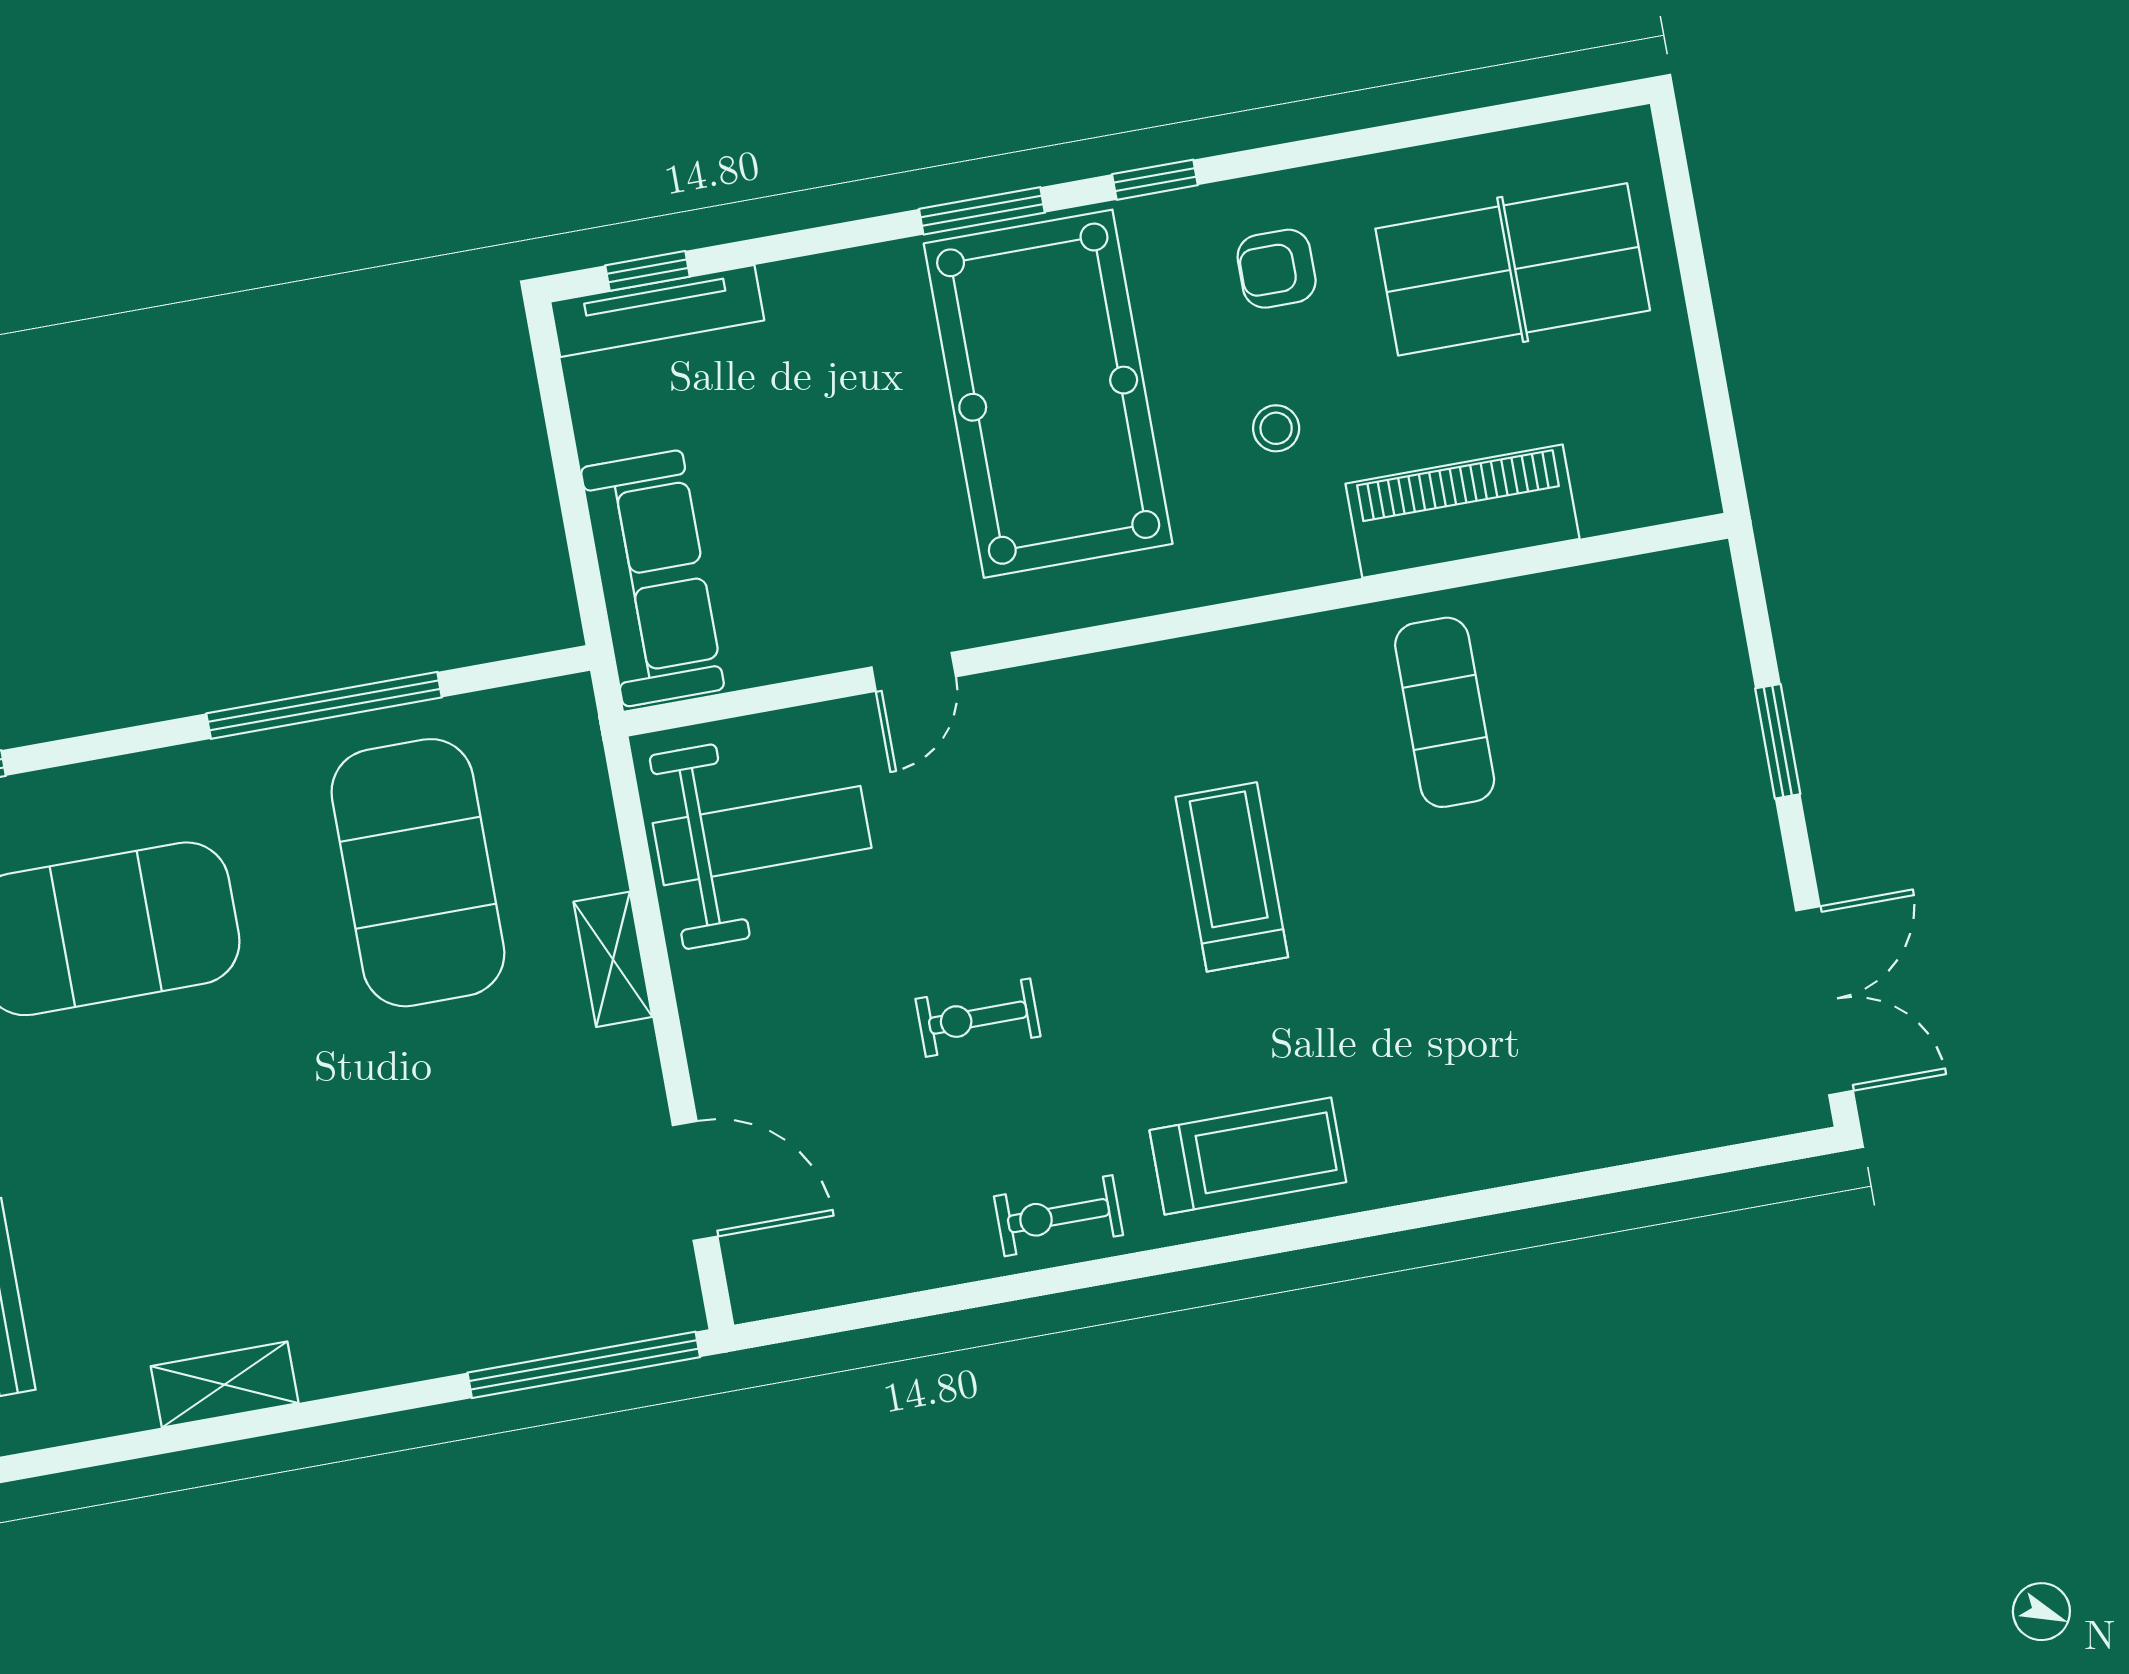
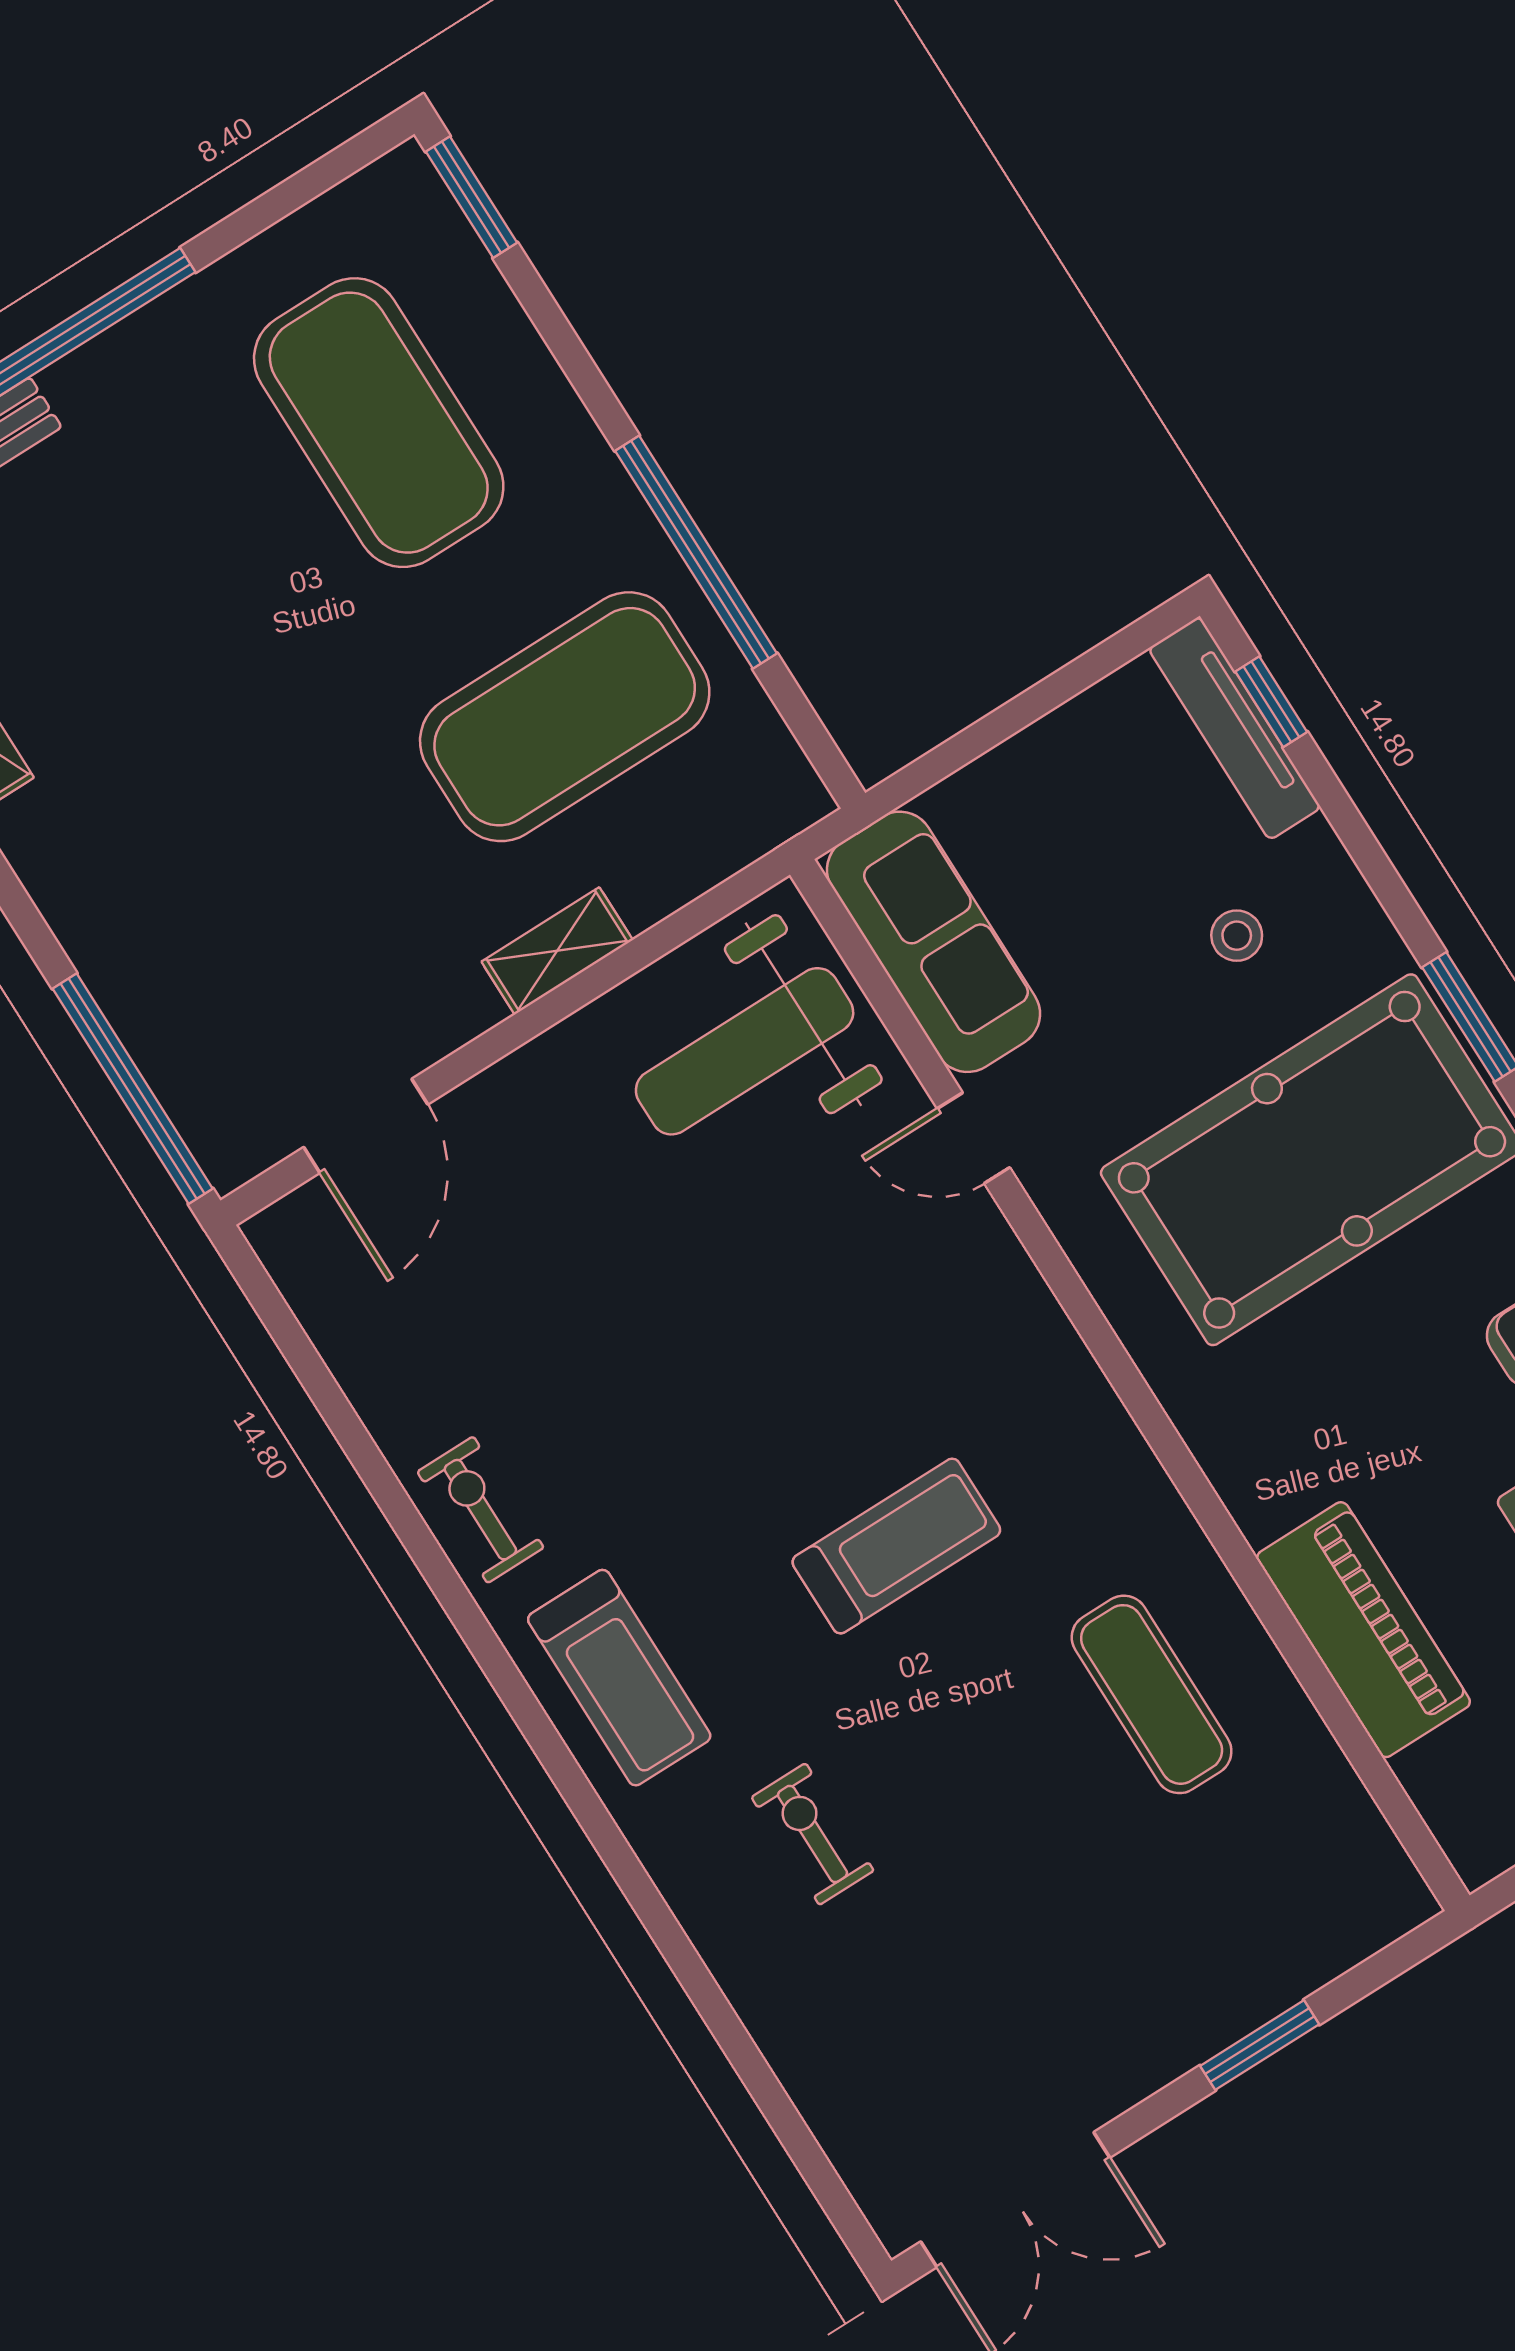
stool: (1276, 428) -> (1237, 936), moved
sofa: (652, 578) -> (934, 942), moved, turned -90
exercise mat: (1445, 712) -> (1152, 1694), turned 90
weight bench: (762, 836) -> (745, 1051), turned 90
exercise bike: (978, 1018) -> (813, 1834), moved

